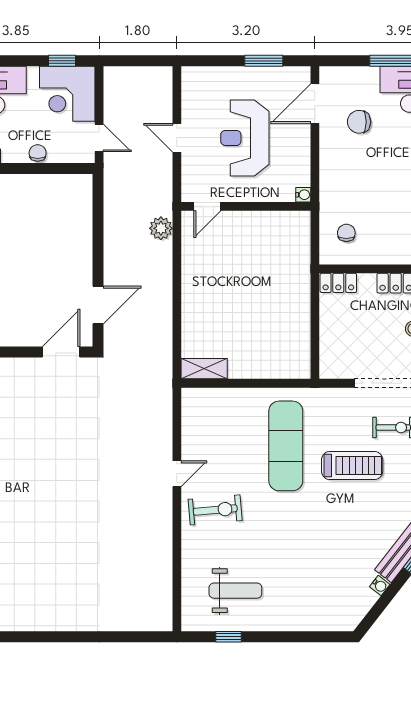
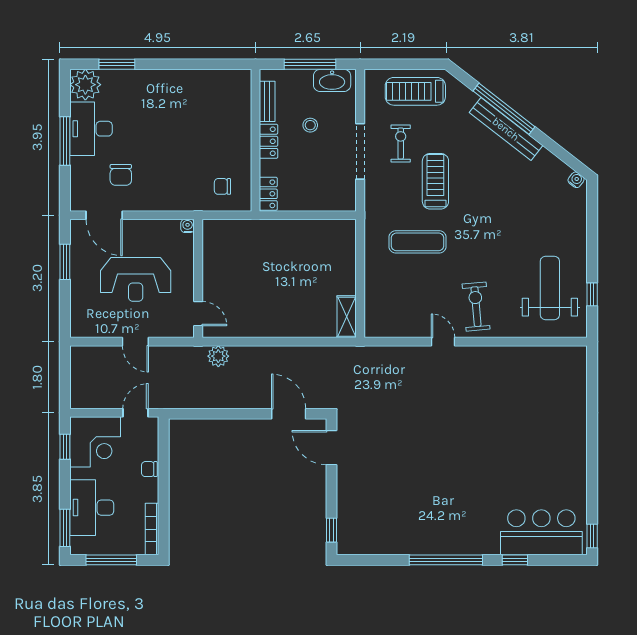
door: (177, 138) -> (135, 342), hinge flipped
exercise mat: (286, 446) -> (418, 242), width x0.73, depth x0.69
water cooler: (380, 586) -> (576, 180), moved
weight bench: (235, 591) -> (550, 288), width x1.36, depth x1.33

